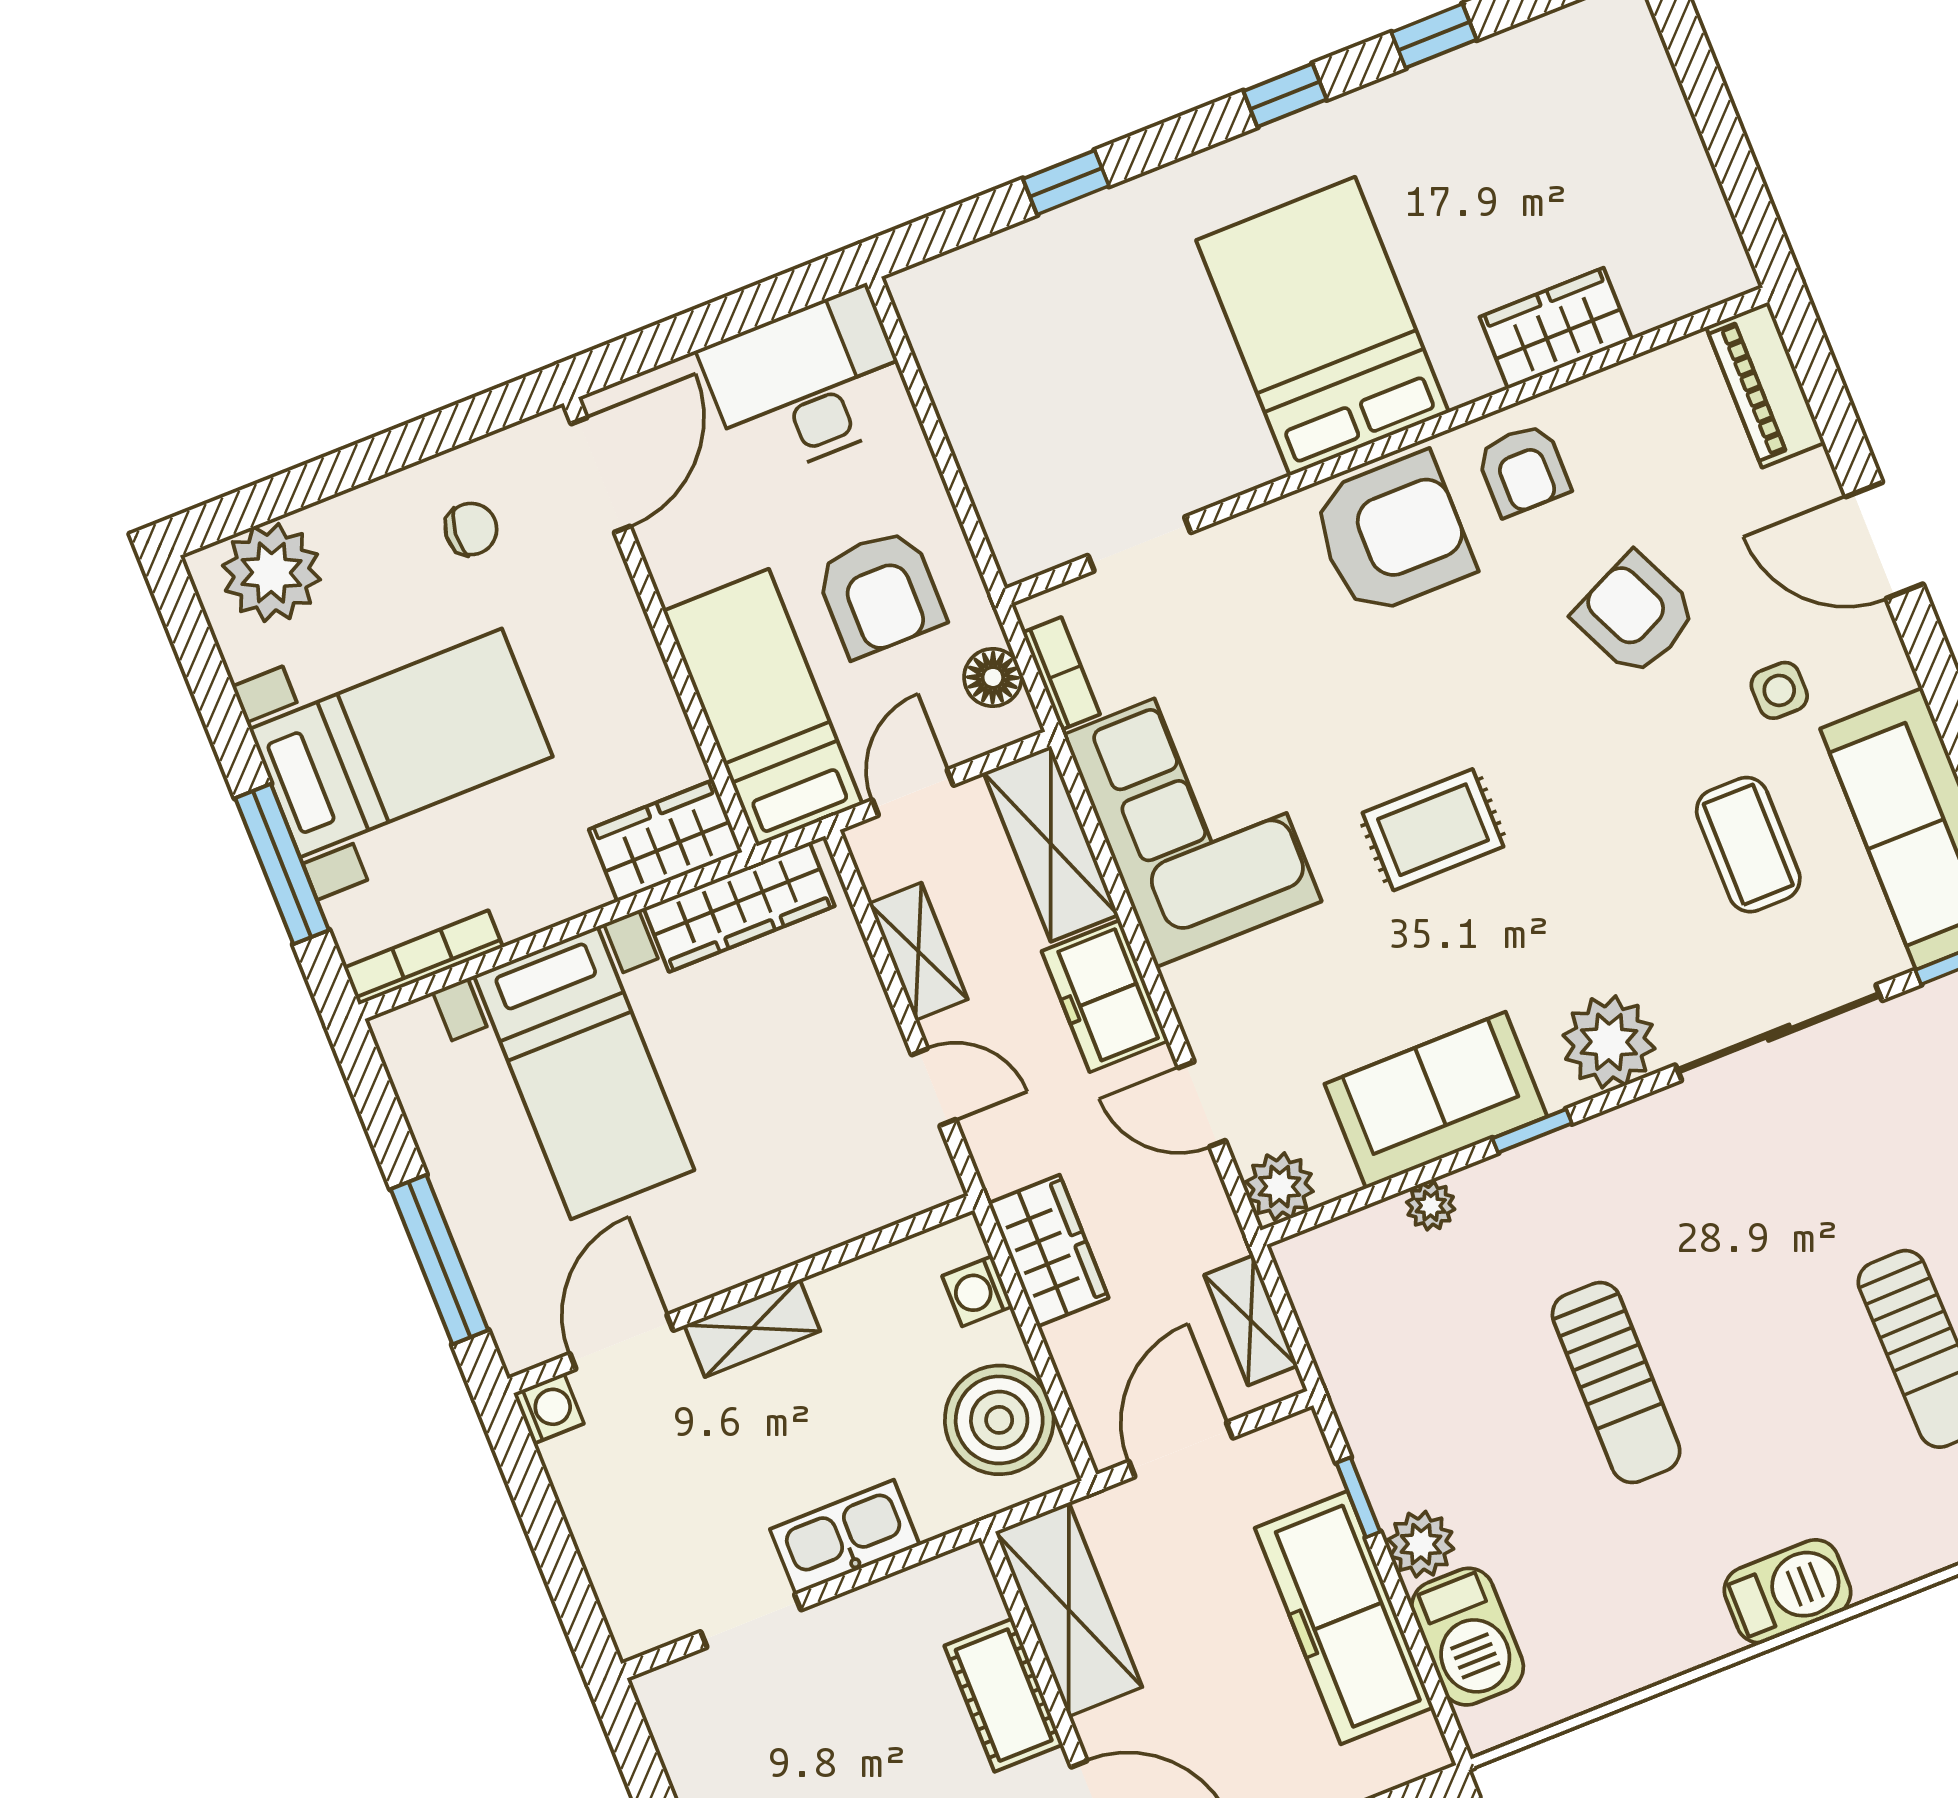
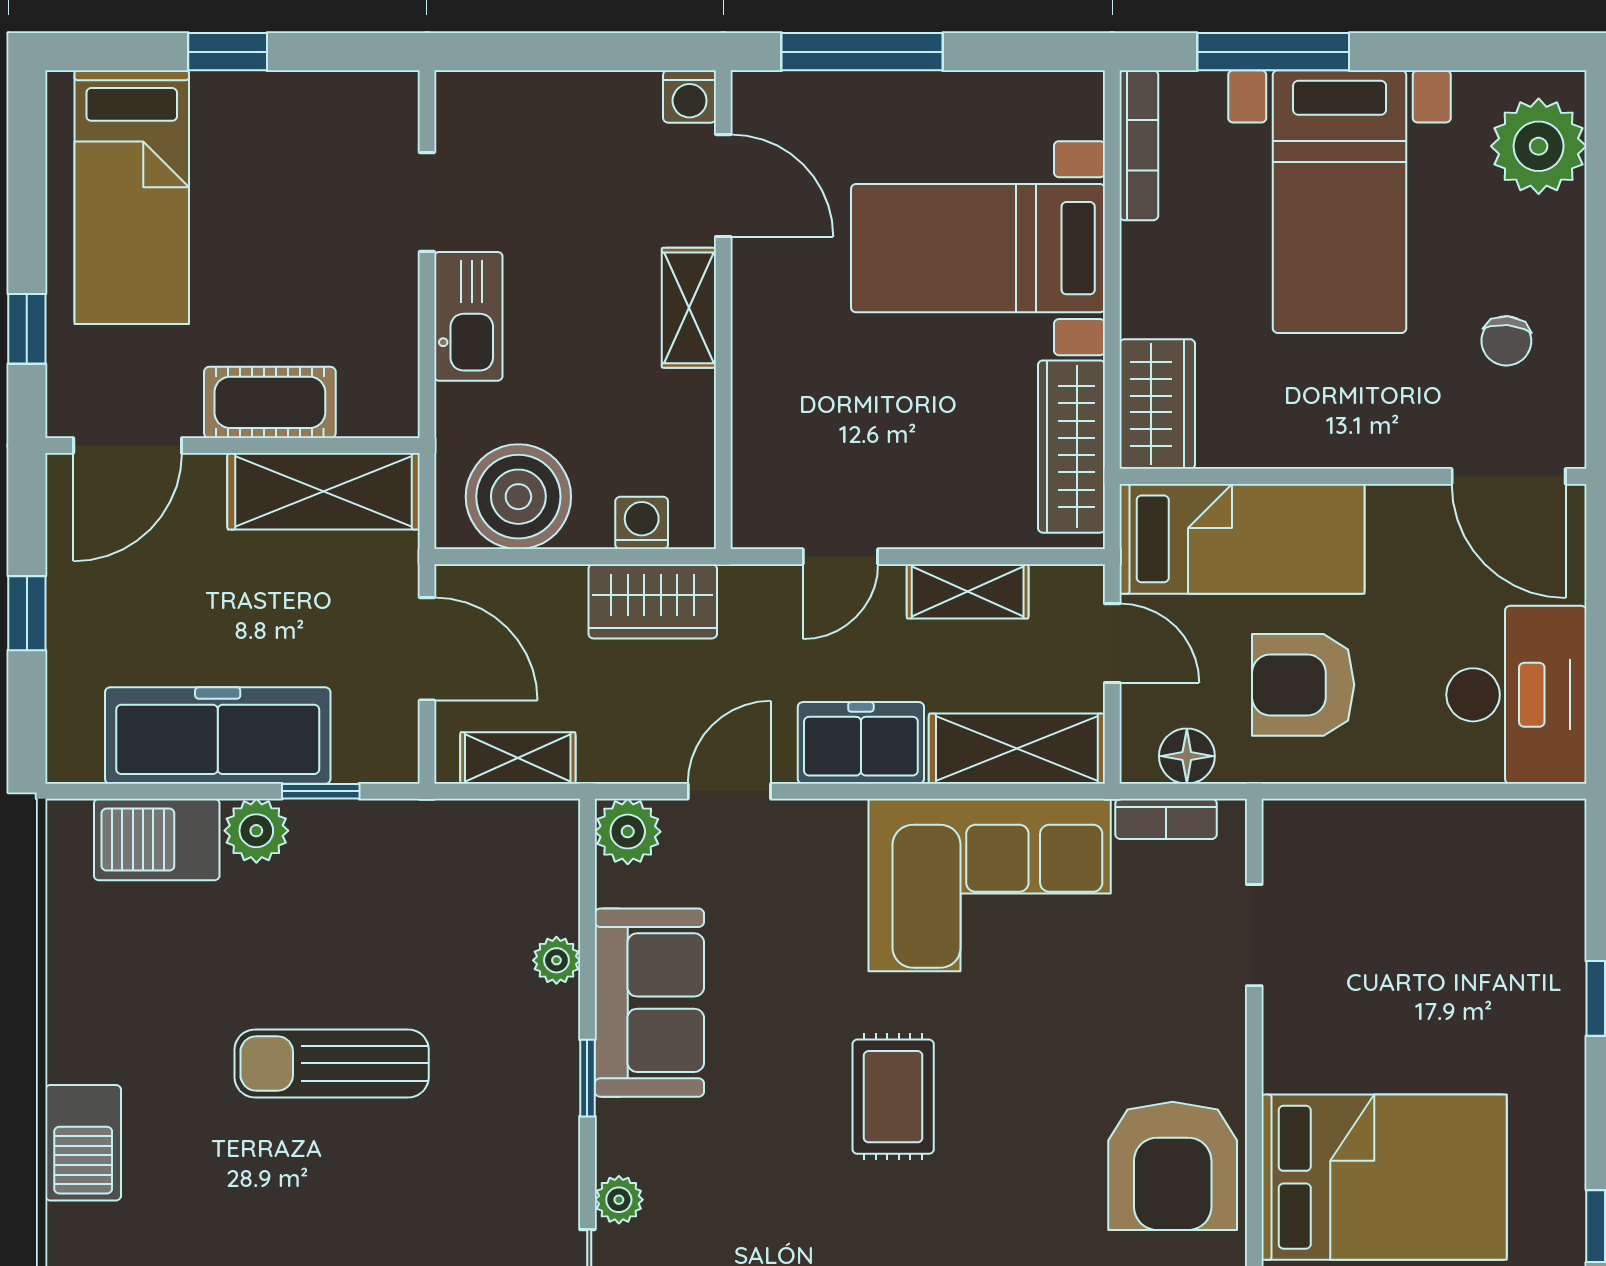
plant: (1609, 1042) -> (619, 1200), width x0.53, depth x0.53

